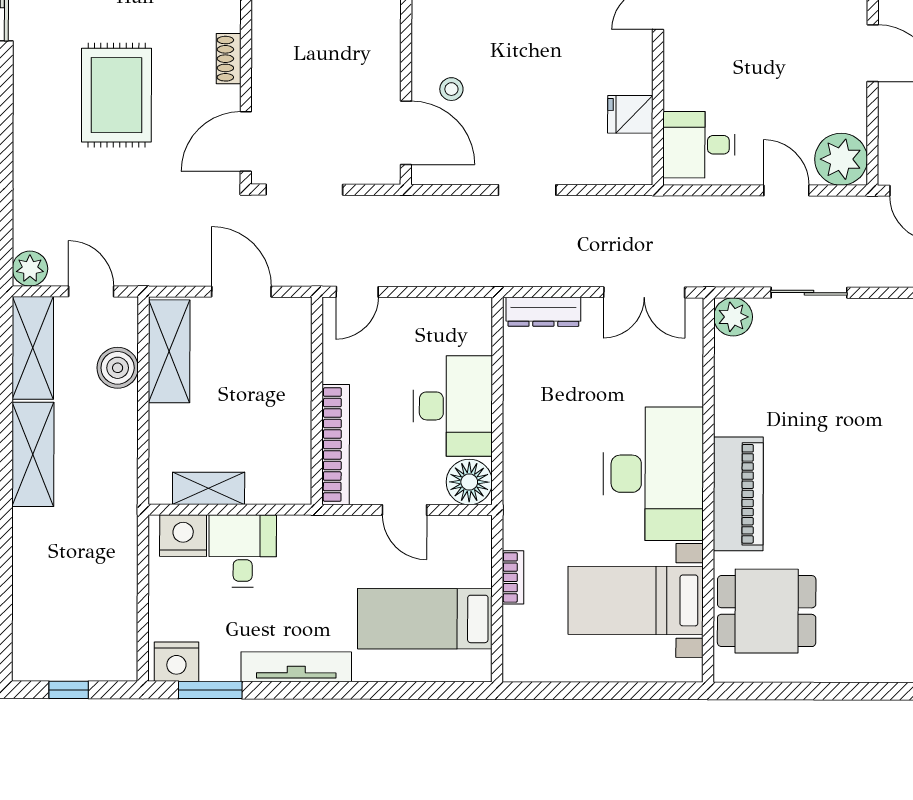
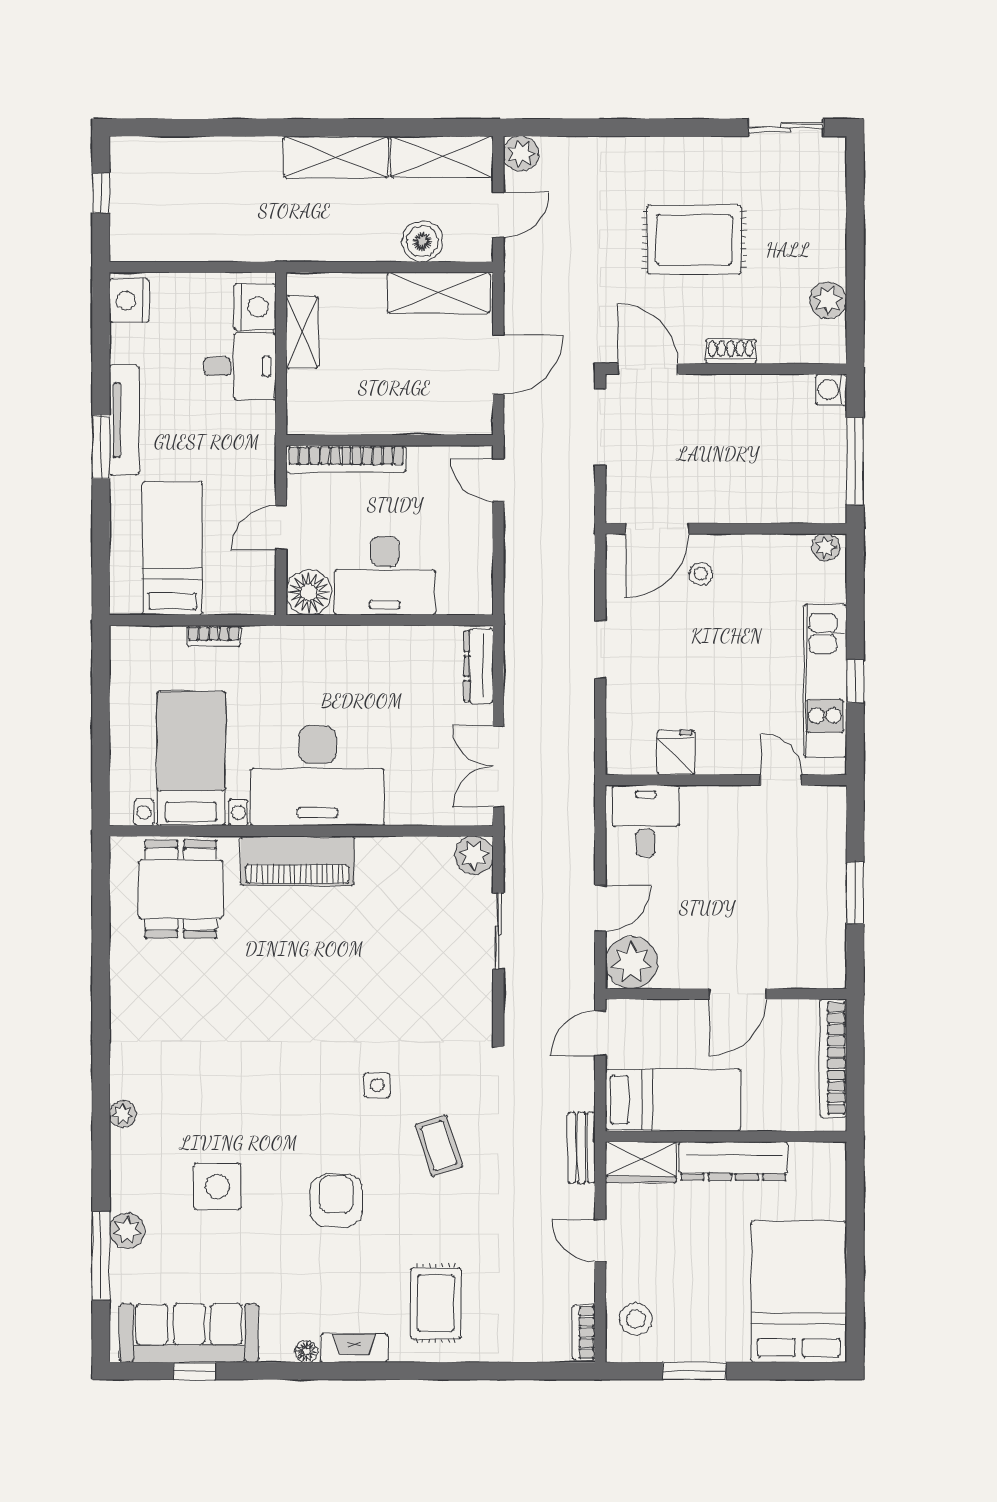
window: (210, 690) -> (101, 447), moved

